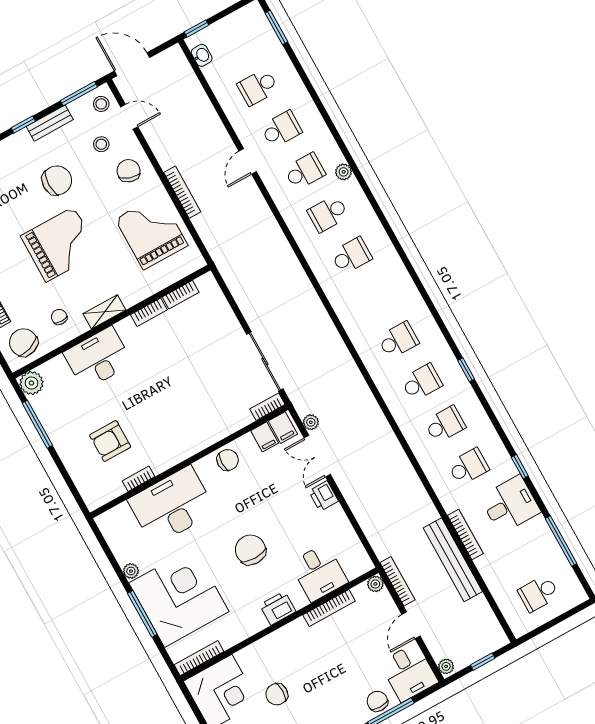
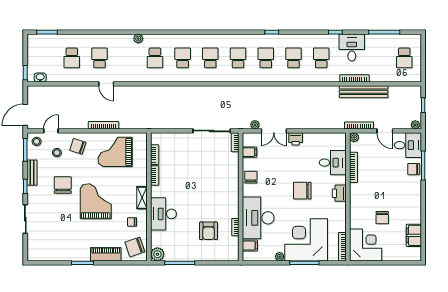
school desk: (305, 171) -> (210, 58), moved
filing cabinet: (283, 428) -> (250, 245), moved

